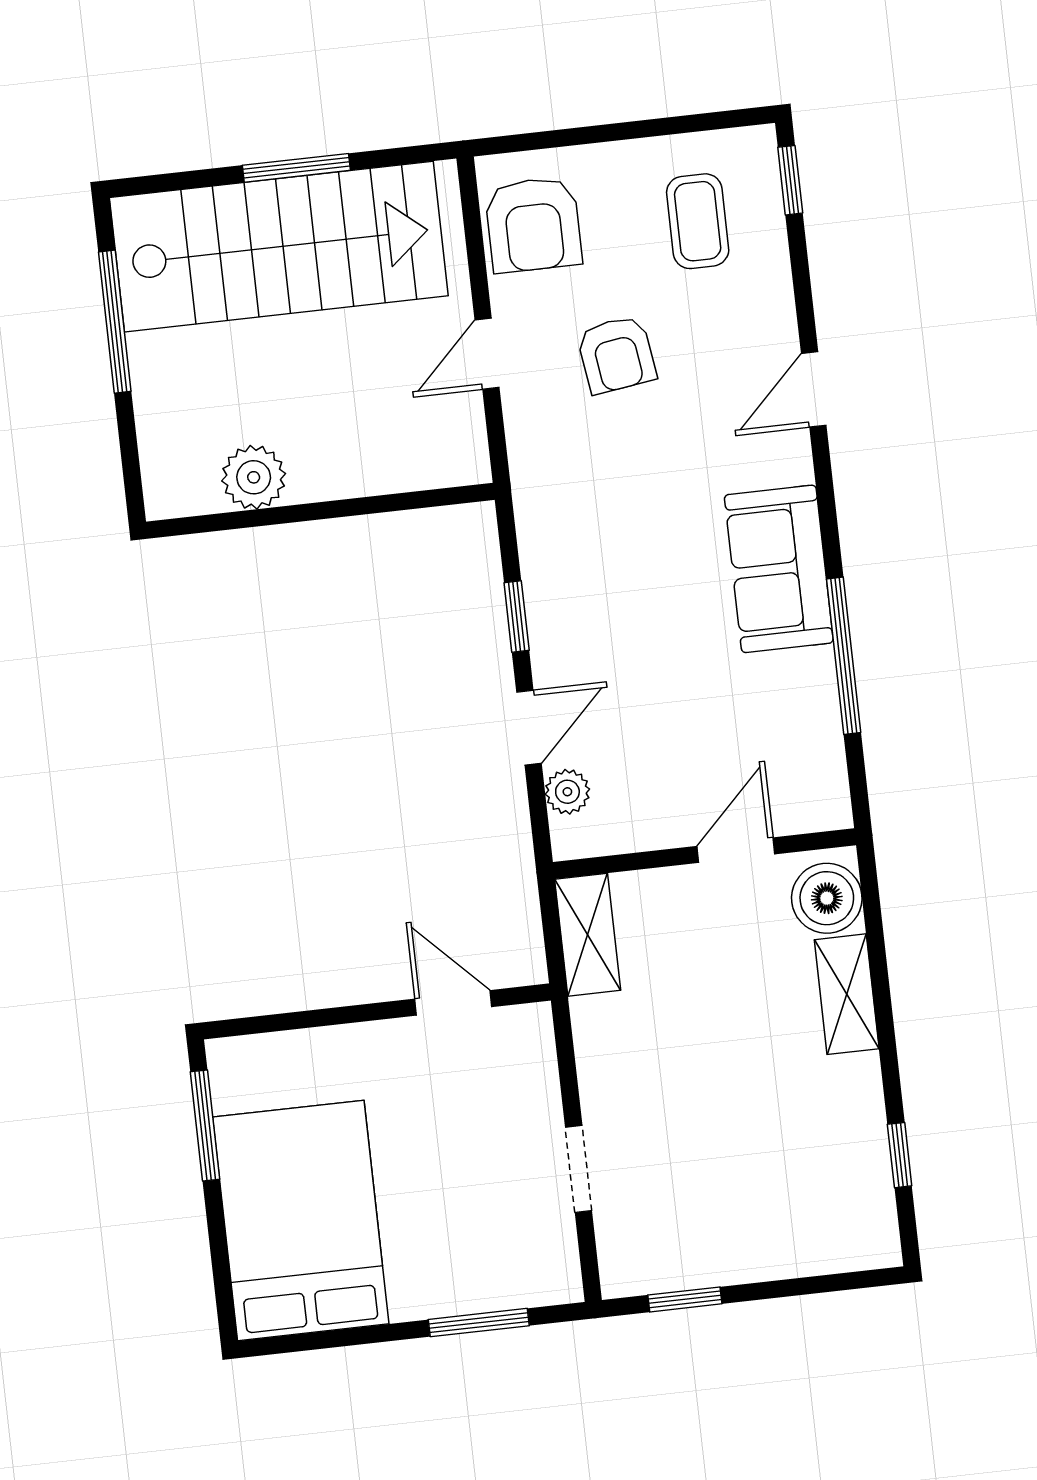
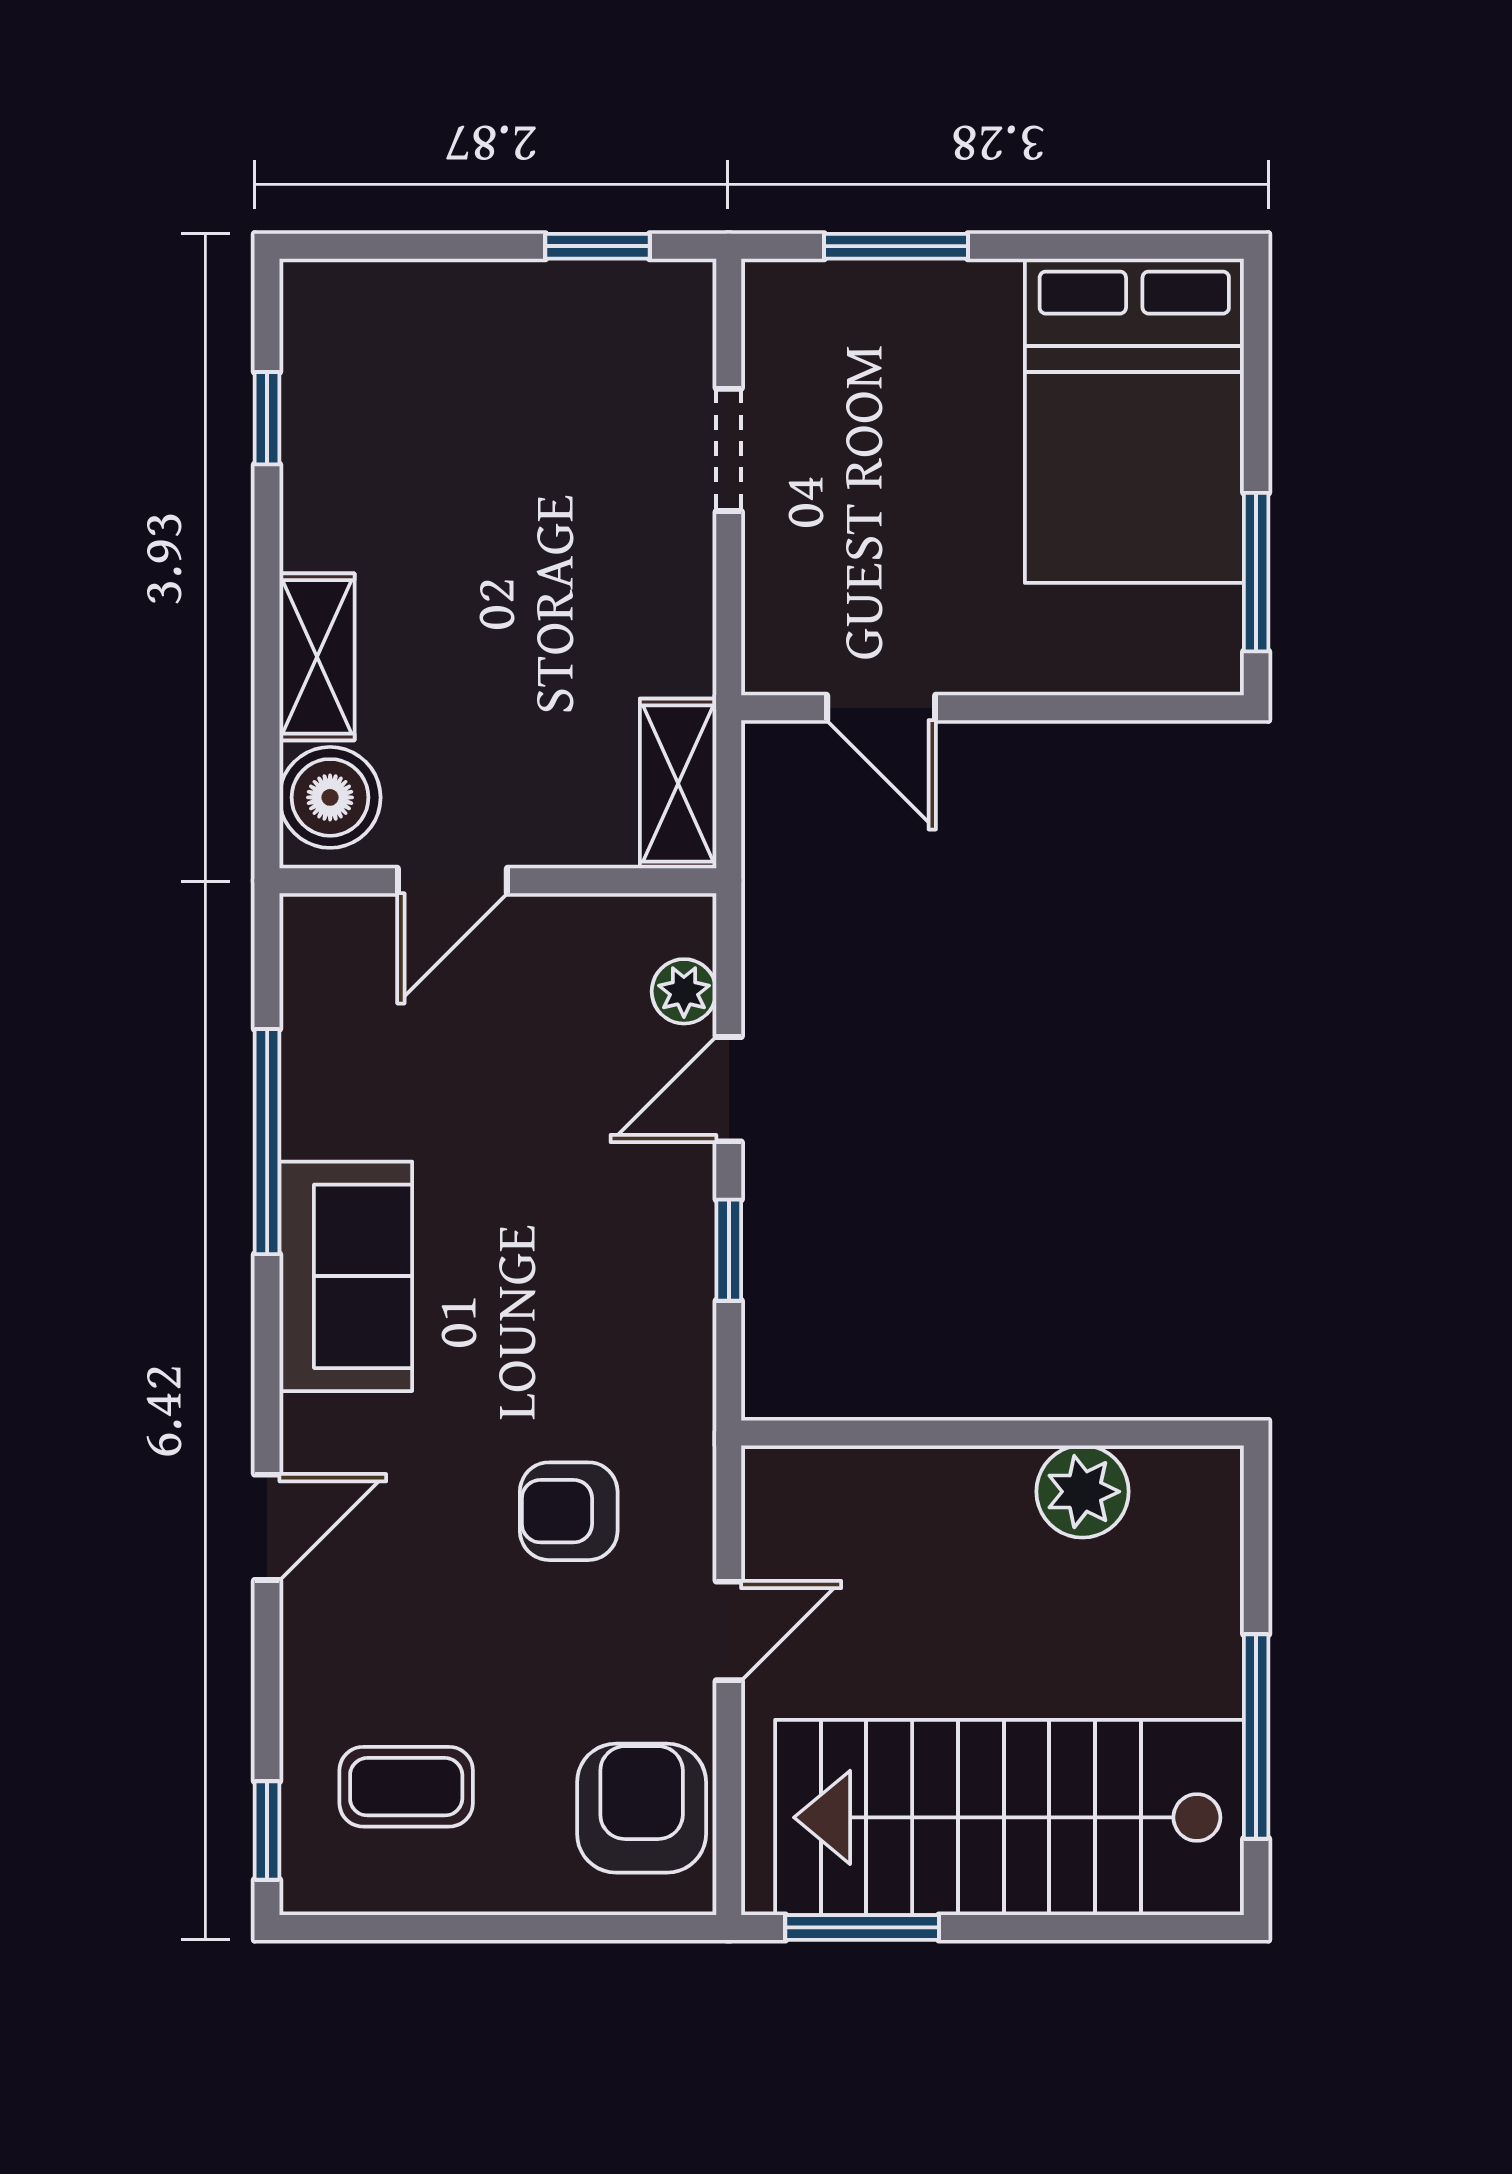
window: (296, 168) -> (862, 1927), moved
coffee table: (698, 221) -> (406, 1787), turned 90
armchair: (616, 354) -> (569, 1511), moved, turned -82

